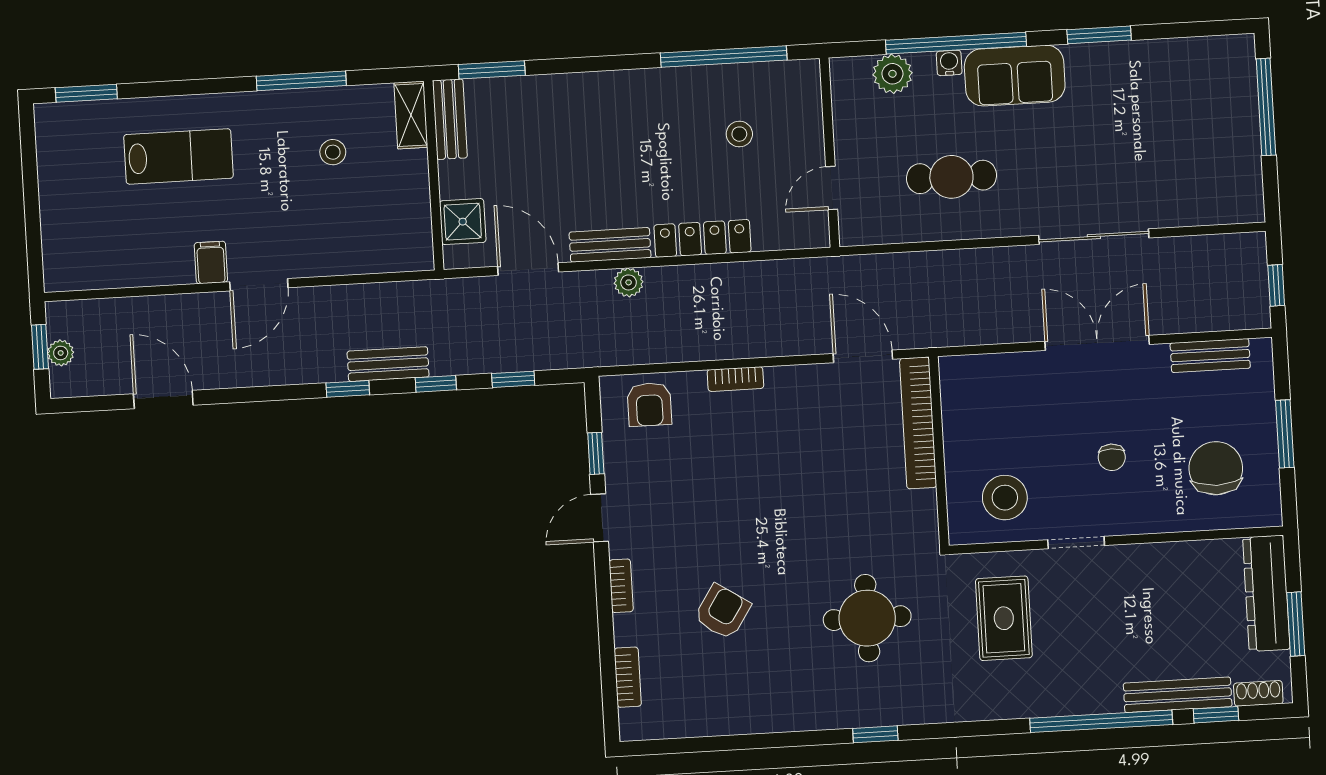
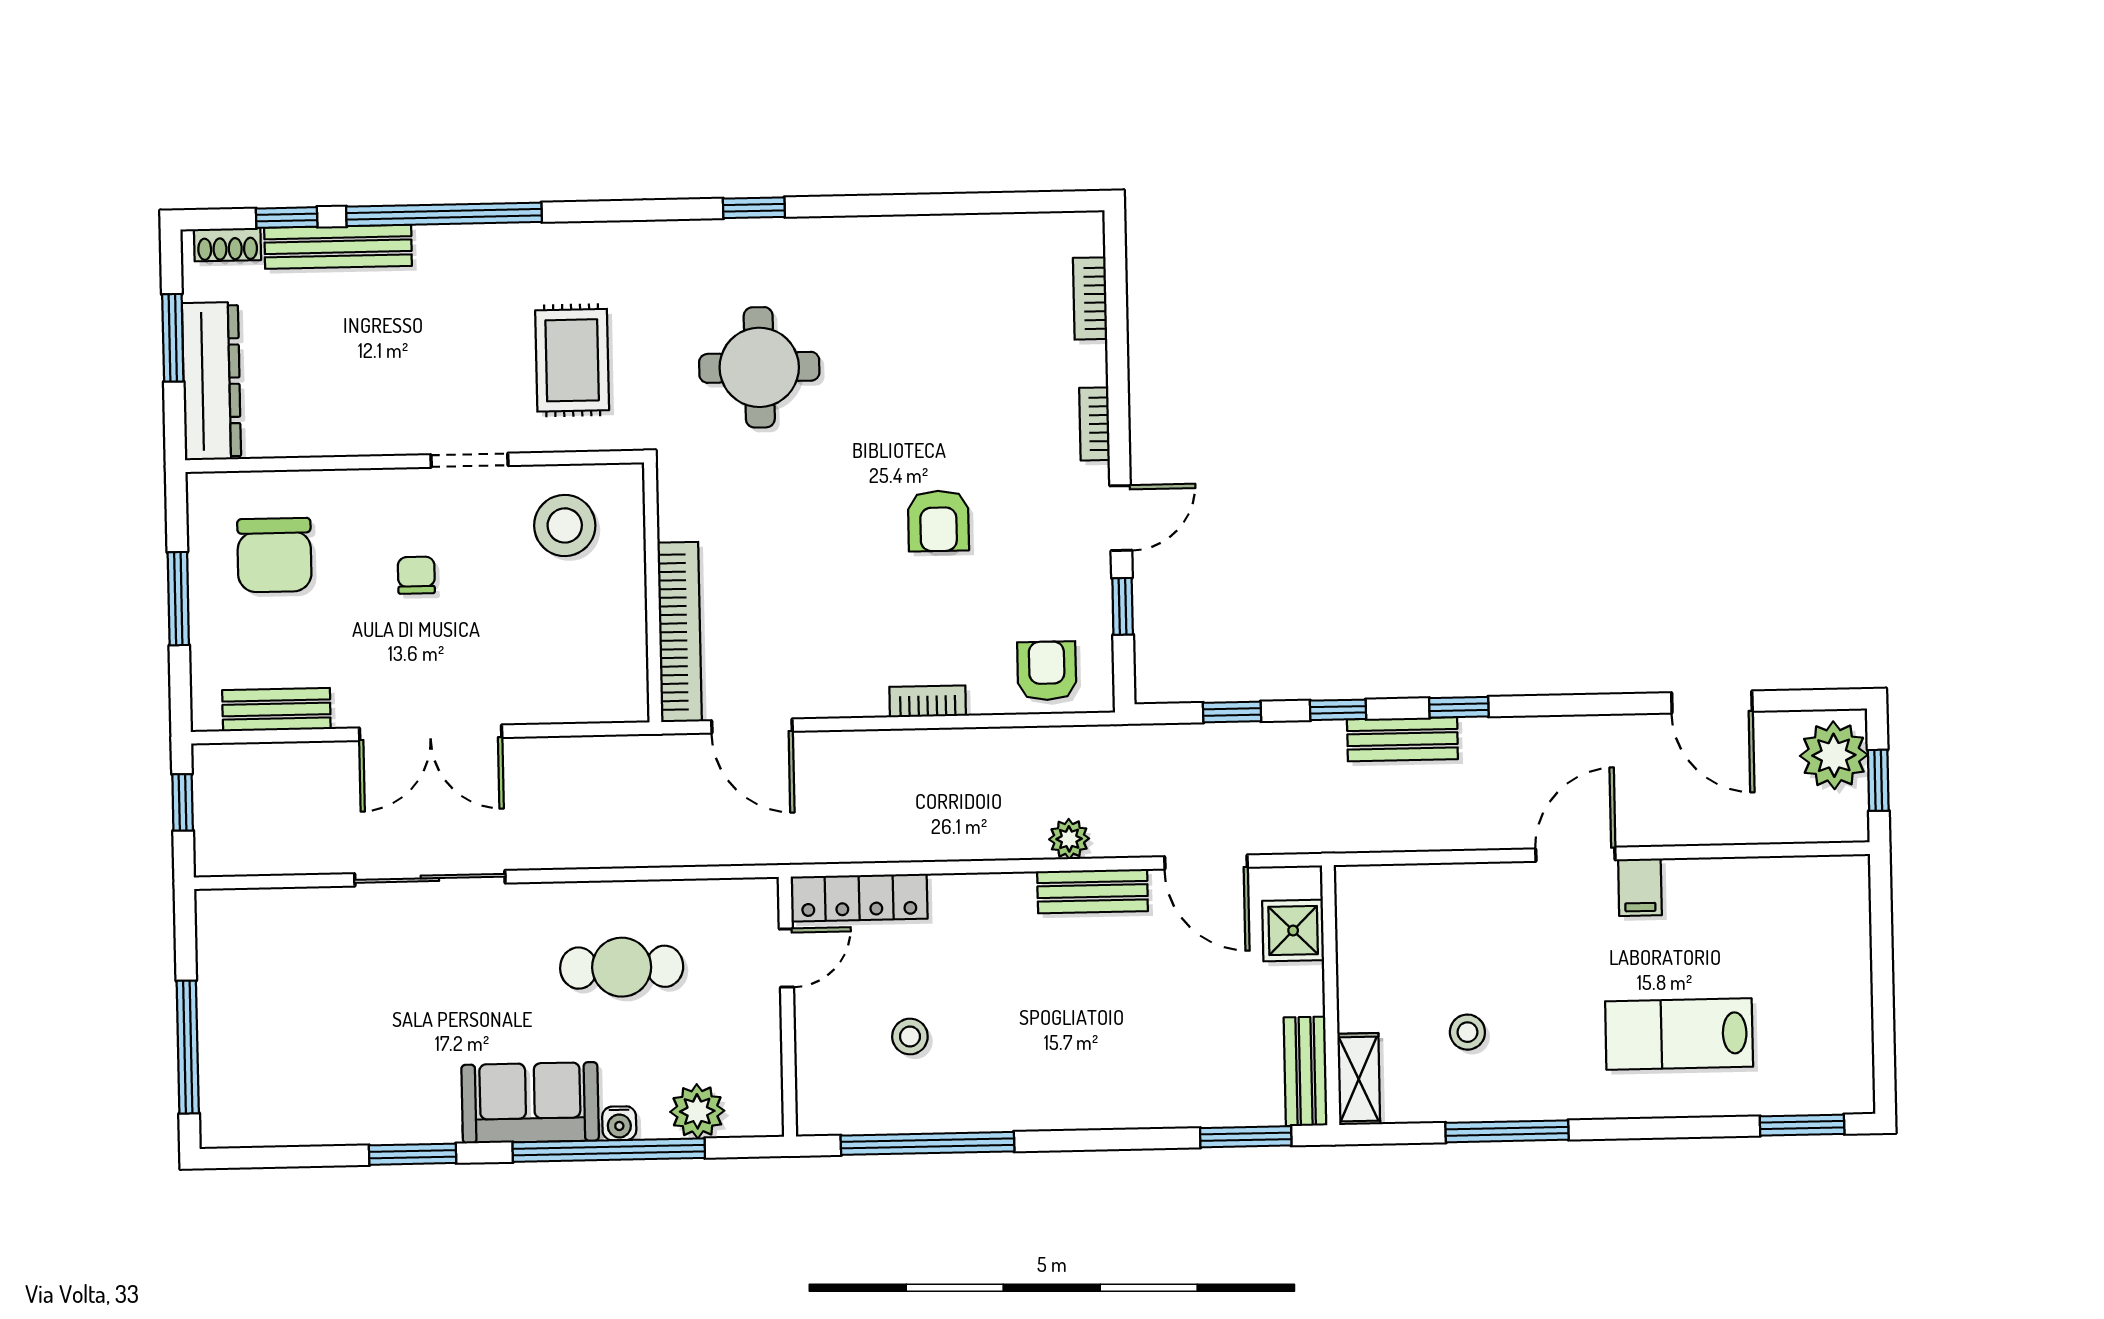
locker: (702, 238) -> (859, 898), moved
plant: (61, 353) -> (1834, 755), width x1.88, depth x1.88
armchair: (722, 612) -> (938, 521), moved, turned -33

